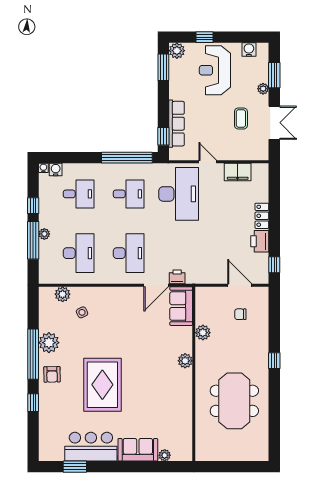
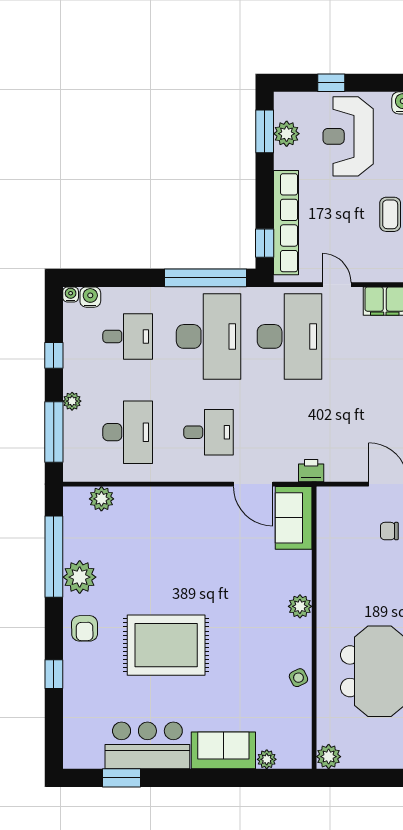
plant: (177, 51) -> (287, 134), moved
row of seats: (177, 124) -> (286, 223), width x1.36
desk: (129, 194) -> (209, 336), width x1.87, depth x1.30
window: (33, 240) -> (54, 432), moved
desk: (129, 253) -> (209, 432), width x0.73
printer: (177, 277) -> (311, 471), moved
door: (156, 285) -> (253, 484), hinge flipped
side table: (82, 312) -> (298, 678), moved
plant: (203, 333) -> (329, 757), moved
window: (33, 354) -> (54, 557), moved
rug: (102, 385) -> (166, 645), turned 90

